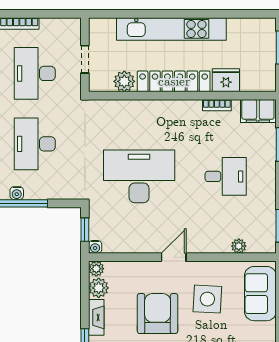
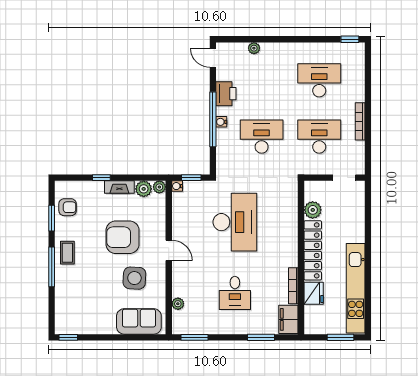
kitchen unit: (171, 29) -> (356, 288), moved
doorway: (85, 59) -> (344, 178), moved
bookcase: (217, 105) -> (293, 286), width x1.56
armchair: (158, 314) -> (123, 237), turned 180

